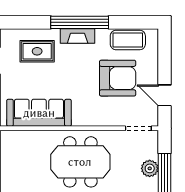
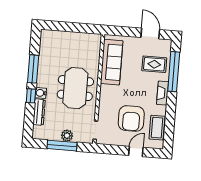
window: (80, 22) -> (174, 72), moved
rug: (37, 51) -> (154, 64), turned 90
door: (165, 95) -> (136, 151), moved

